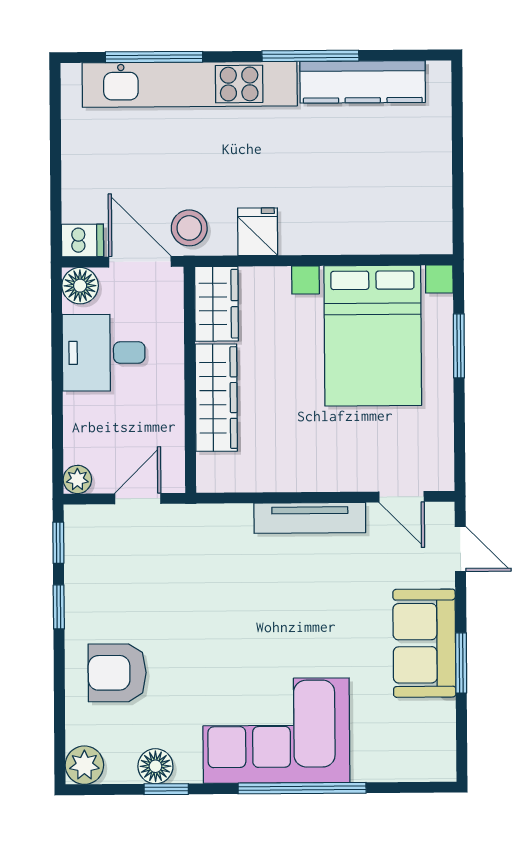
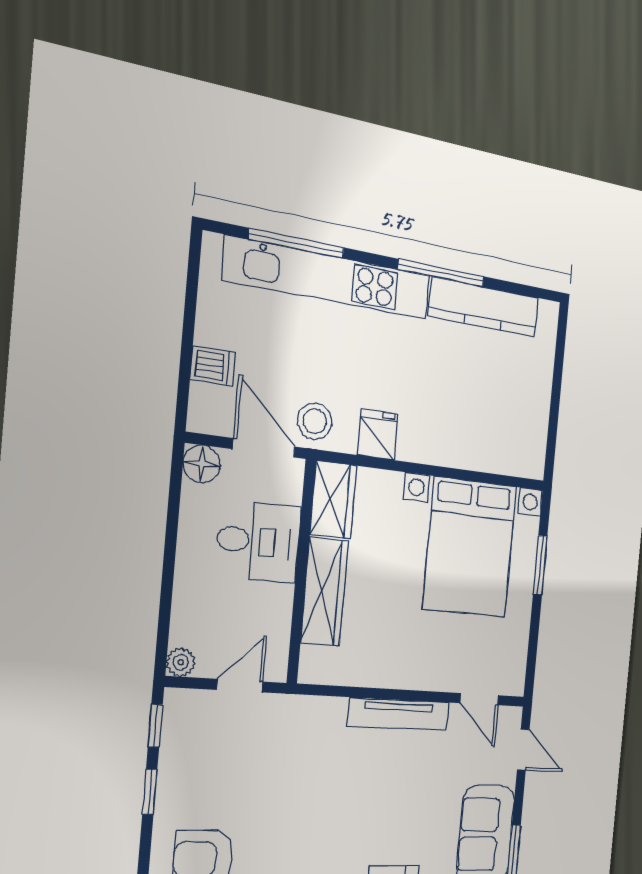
dishwasher: (83, 240) -> (213, 366), moved
desk: (104, 353) -> (258, 541), moved, turned 180

